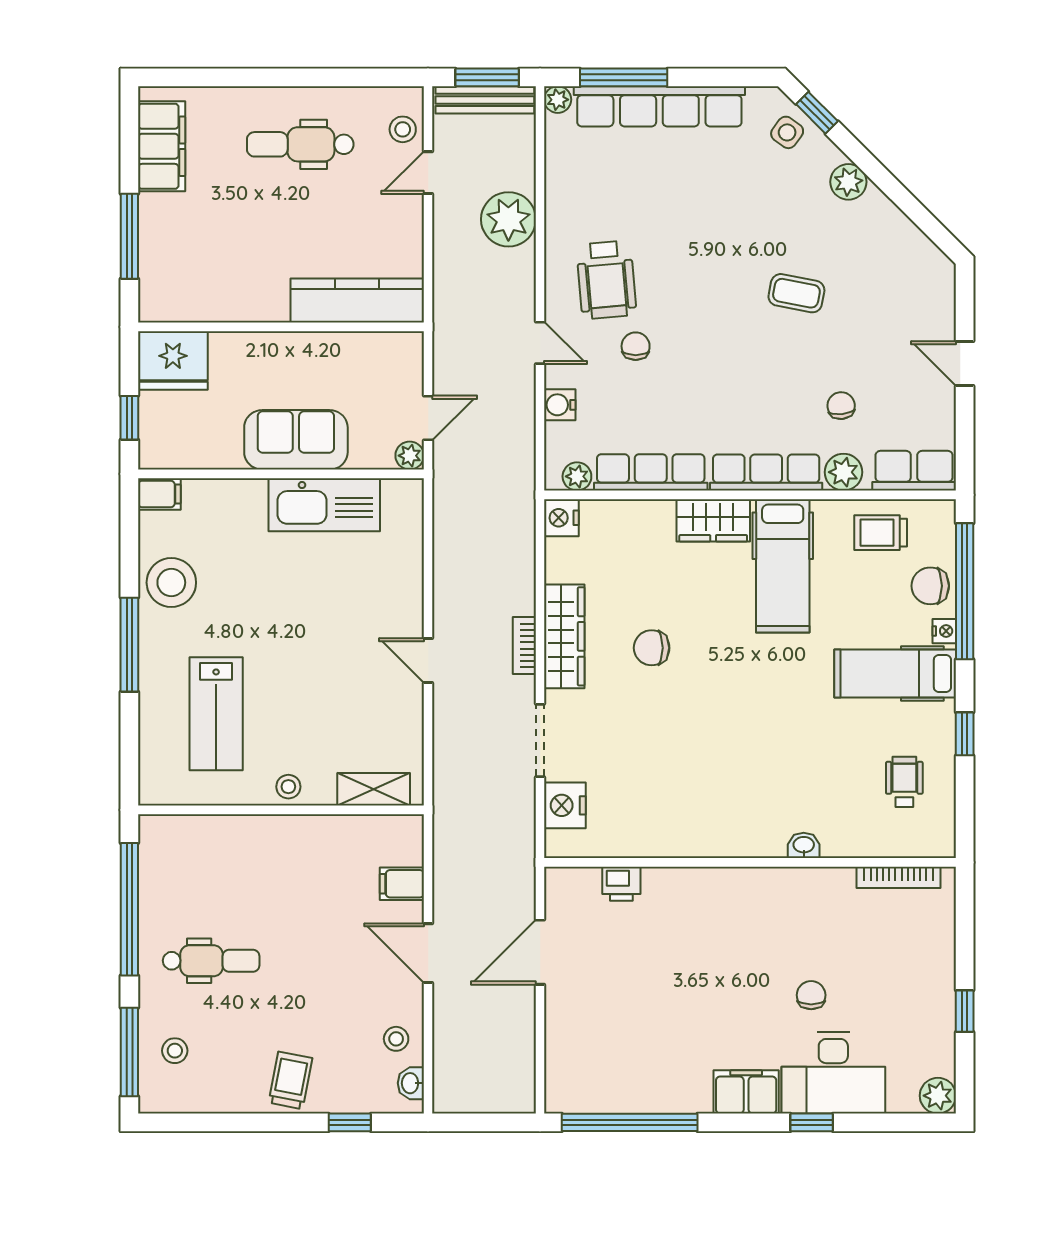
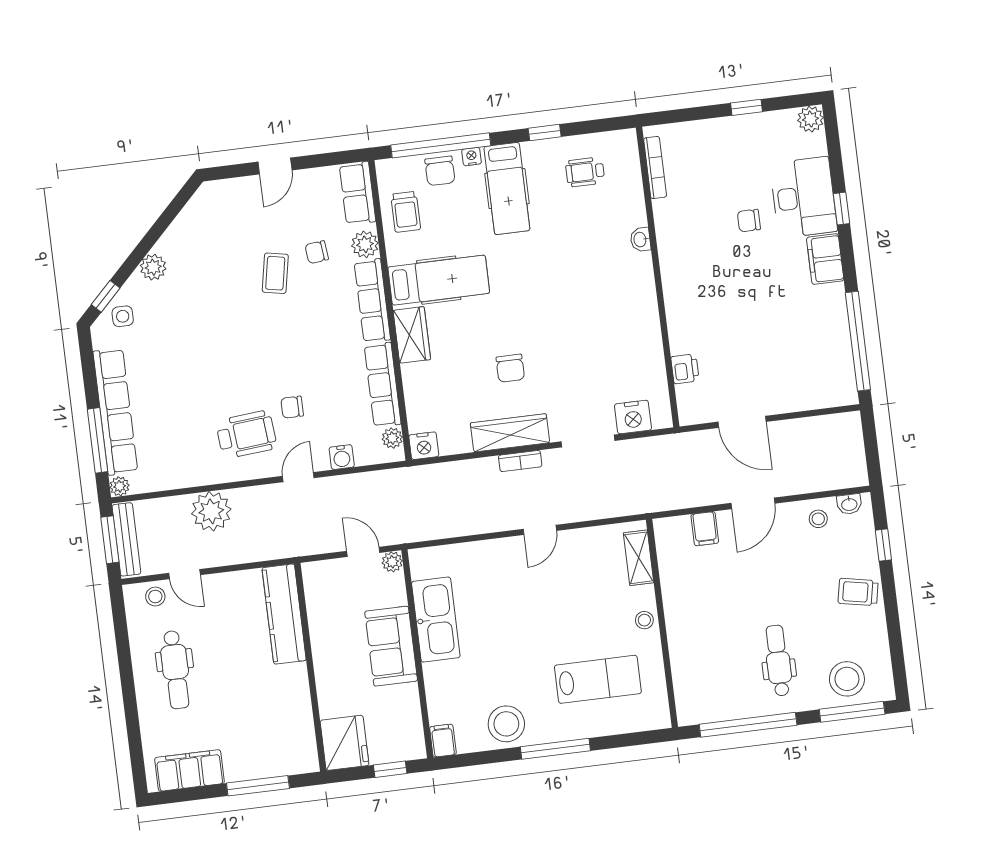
side table: (787, 132) -> (123, 316), turned -36
coffee table: (796, 293) -> (275, 273), moved
stool: (175, 1051) -> (847, 679), width x1.89, depth x1.89

